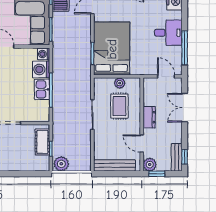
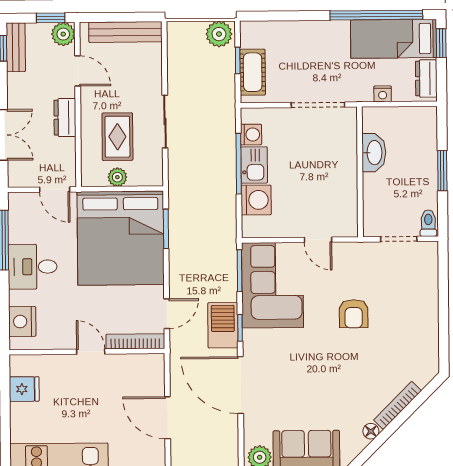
bed: (112, 49) -> (121, 238), width x1.36
washing machine: (44, 54) -> (251, 135), moved
door: (166, 76) -> (55, 189), moved

